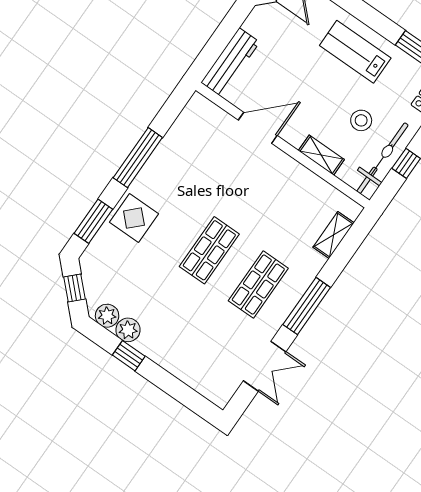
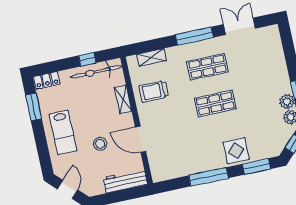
stool: (361, 120) -> (100, 144), moved
trolley: (294, 198) -> (154, 91), added

